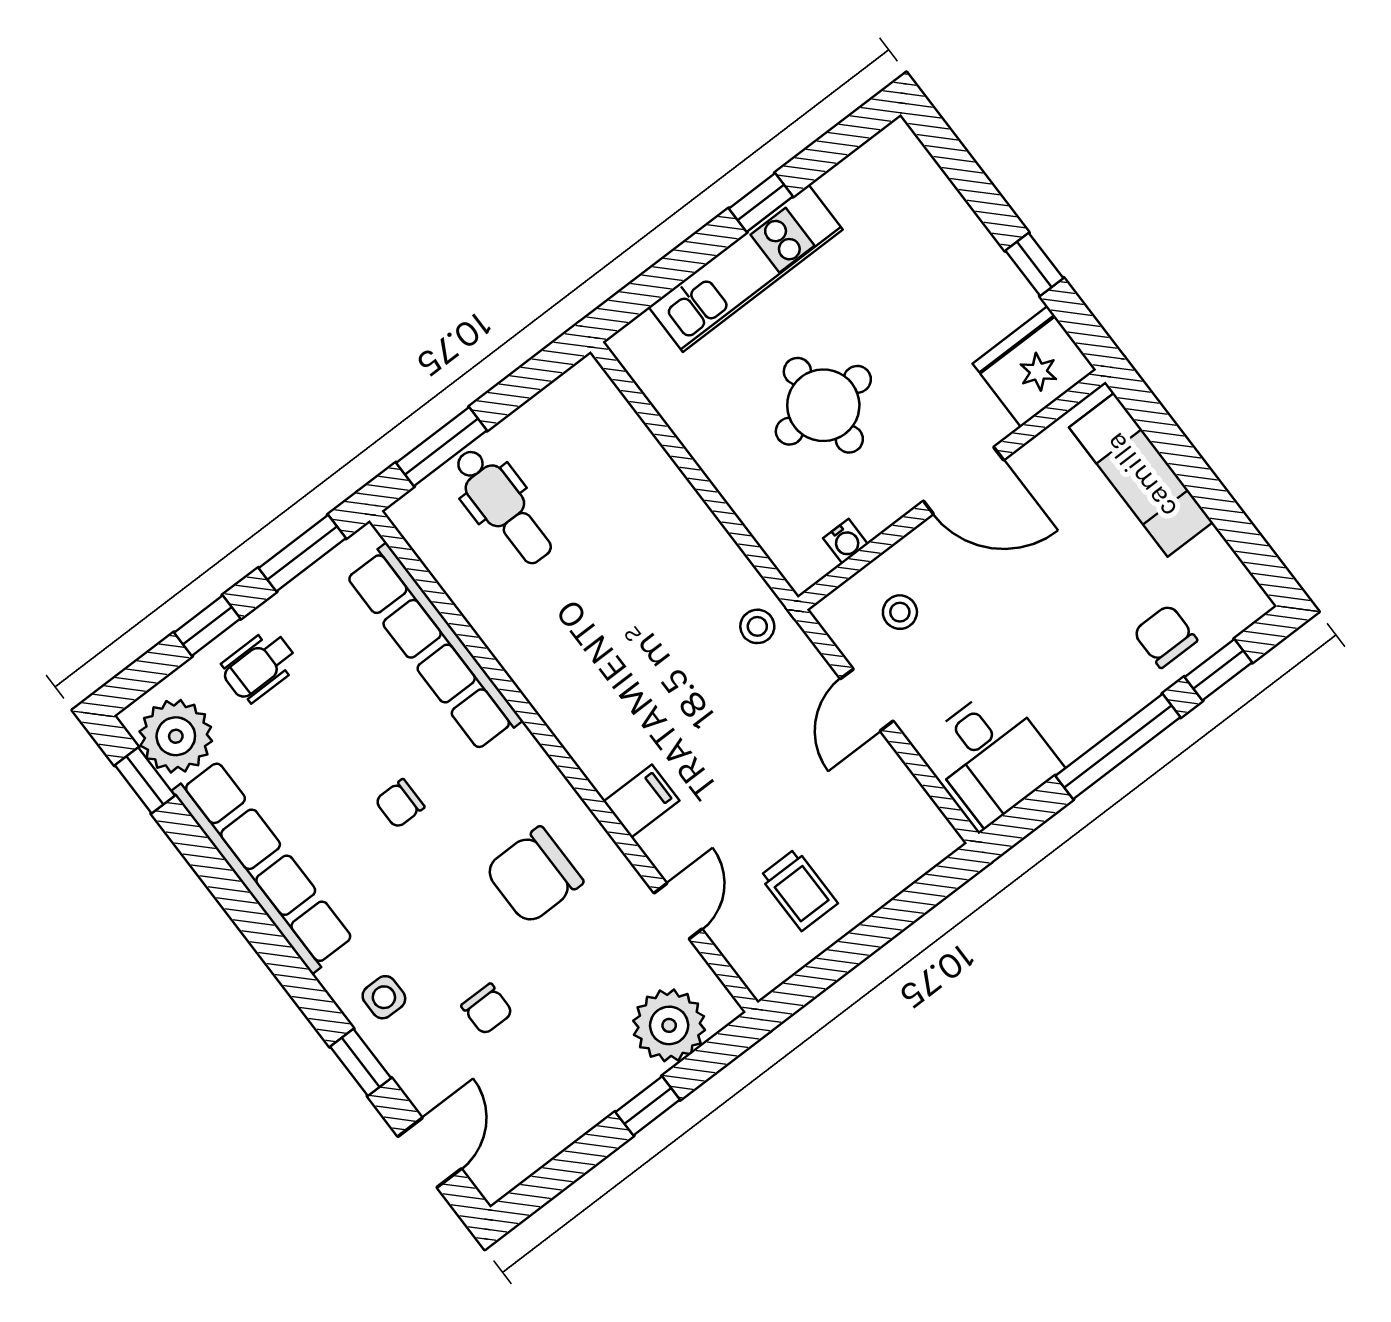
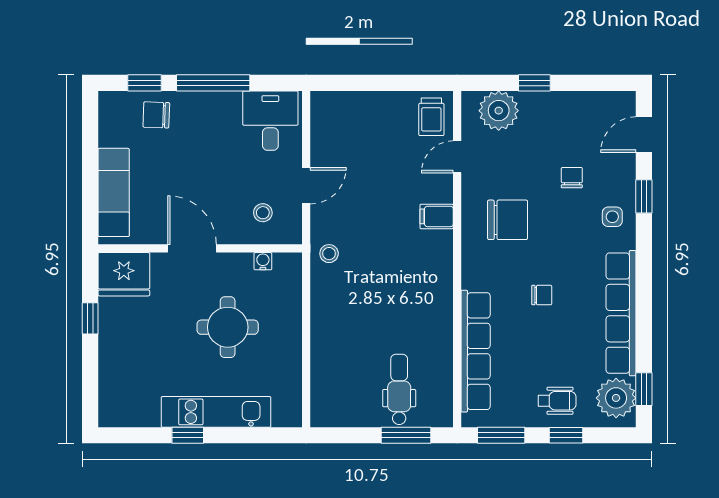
chair: (1165, 636) -> (156, 115), turned 92
trolley: (799, 890) -> (431, 117), moved, turned 180

